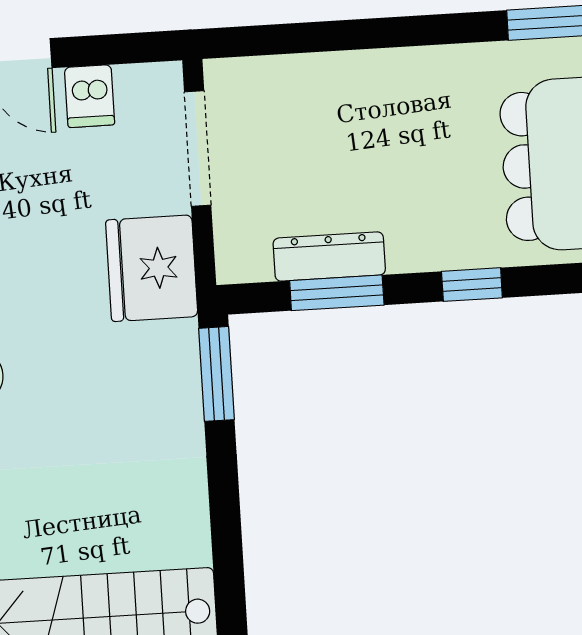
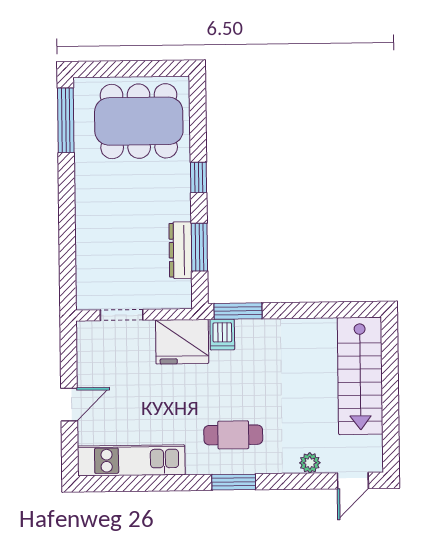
dishwasher: (90, 96) -> (222, 335), moved, turned 90
doorway: (198, 149) -> (122, 315), width x0.73

